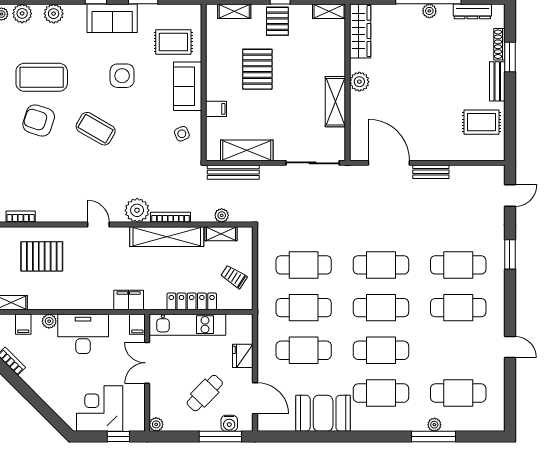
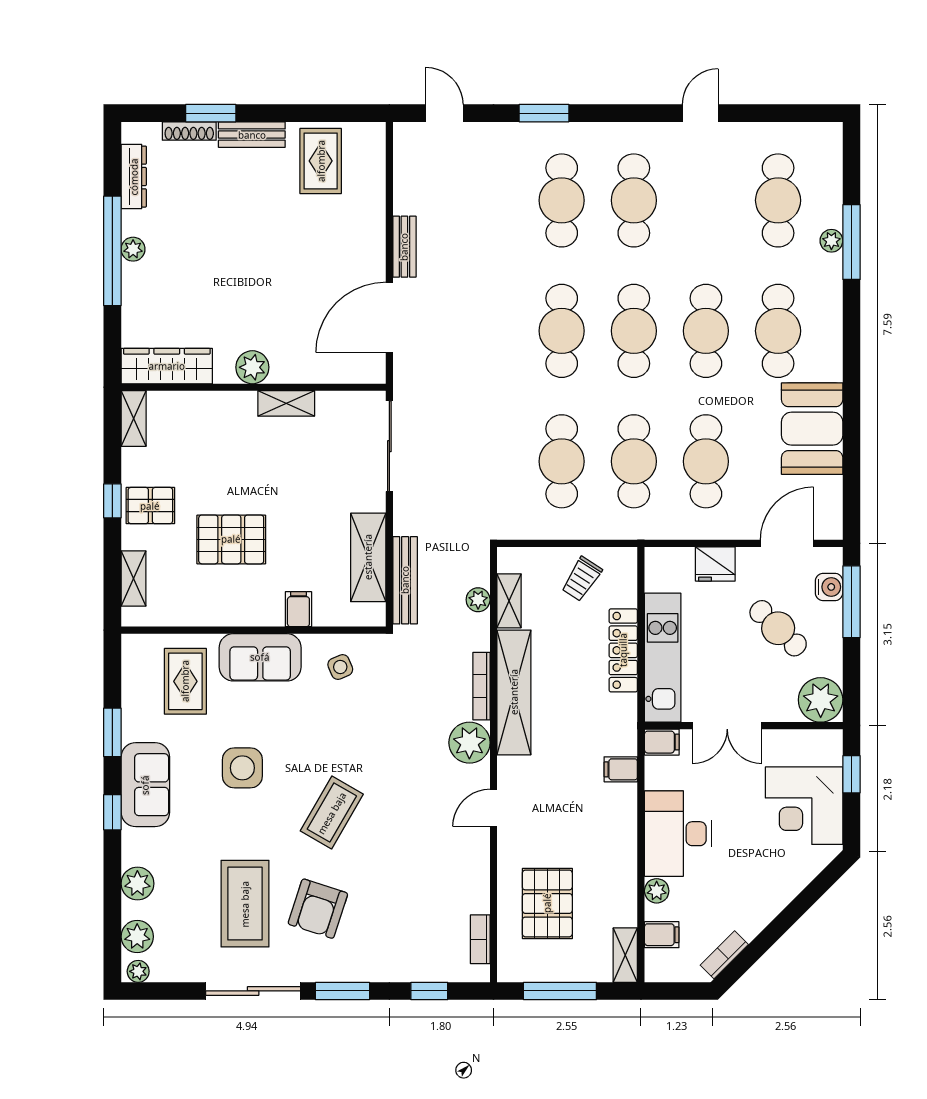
shelving: (335, 102) -> (286, 403), width x0.67, depth x0.75
filing cabinet: (129, 300) -> (621, 769), width x0.50
plant: (156, 424) -> (821, 700), width x1.87, depth x1.87

